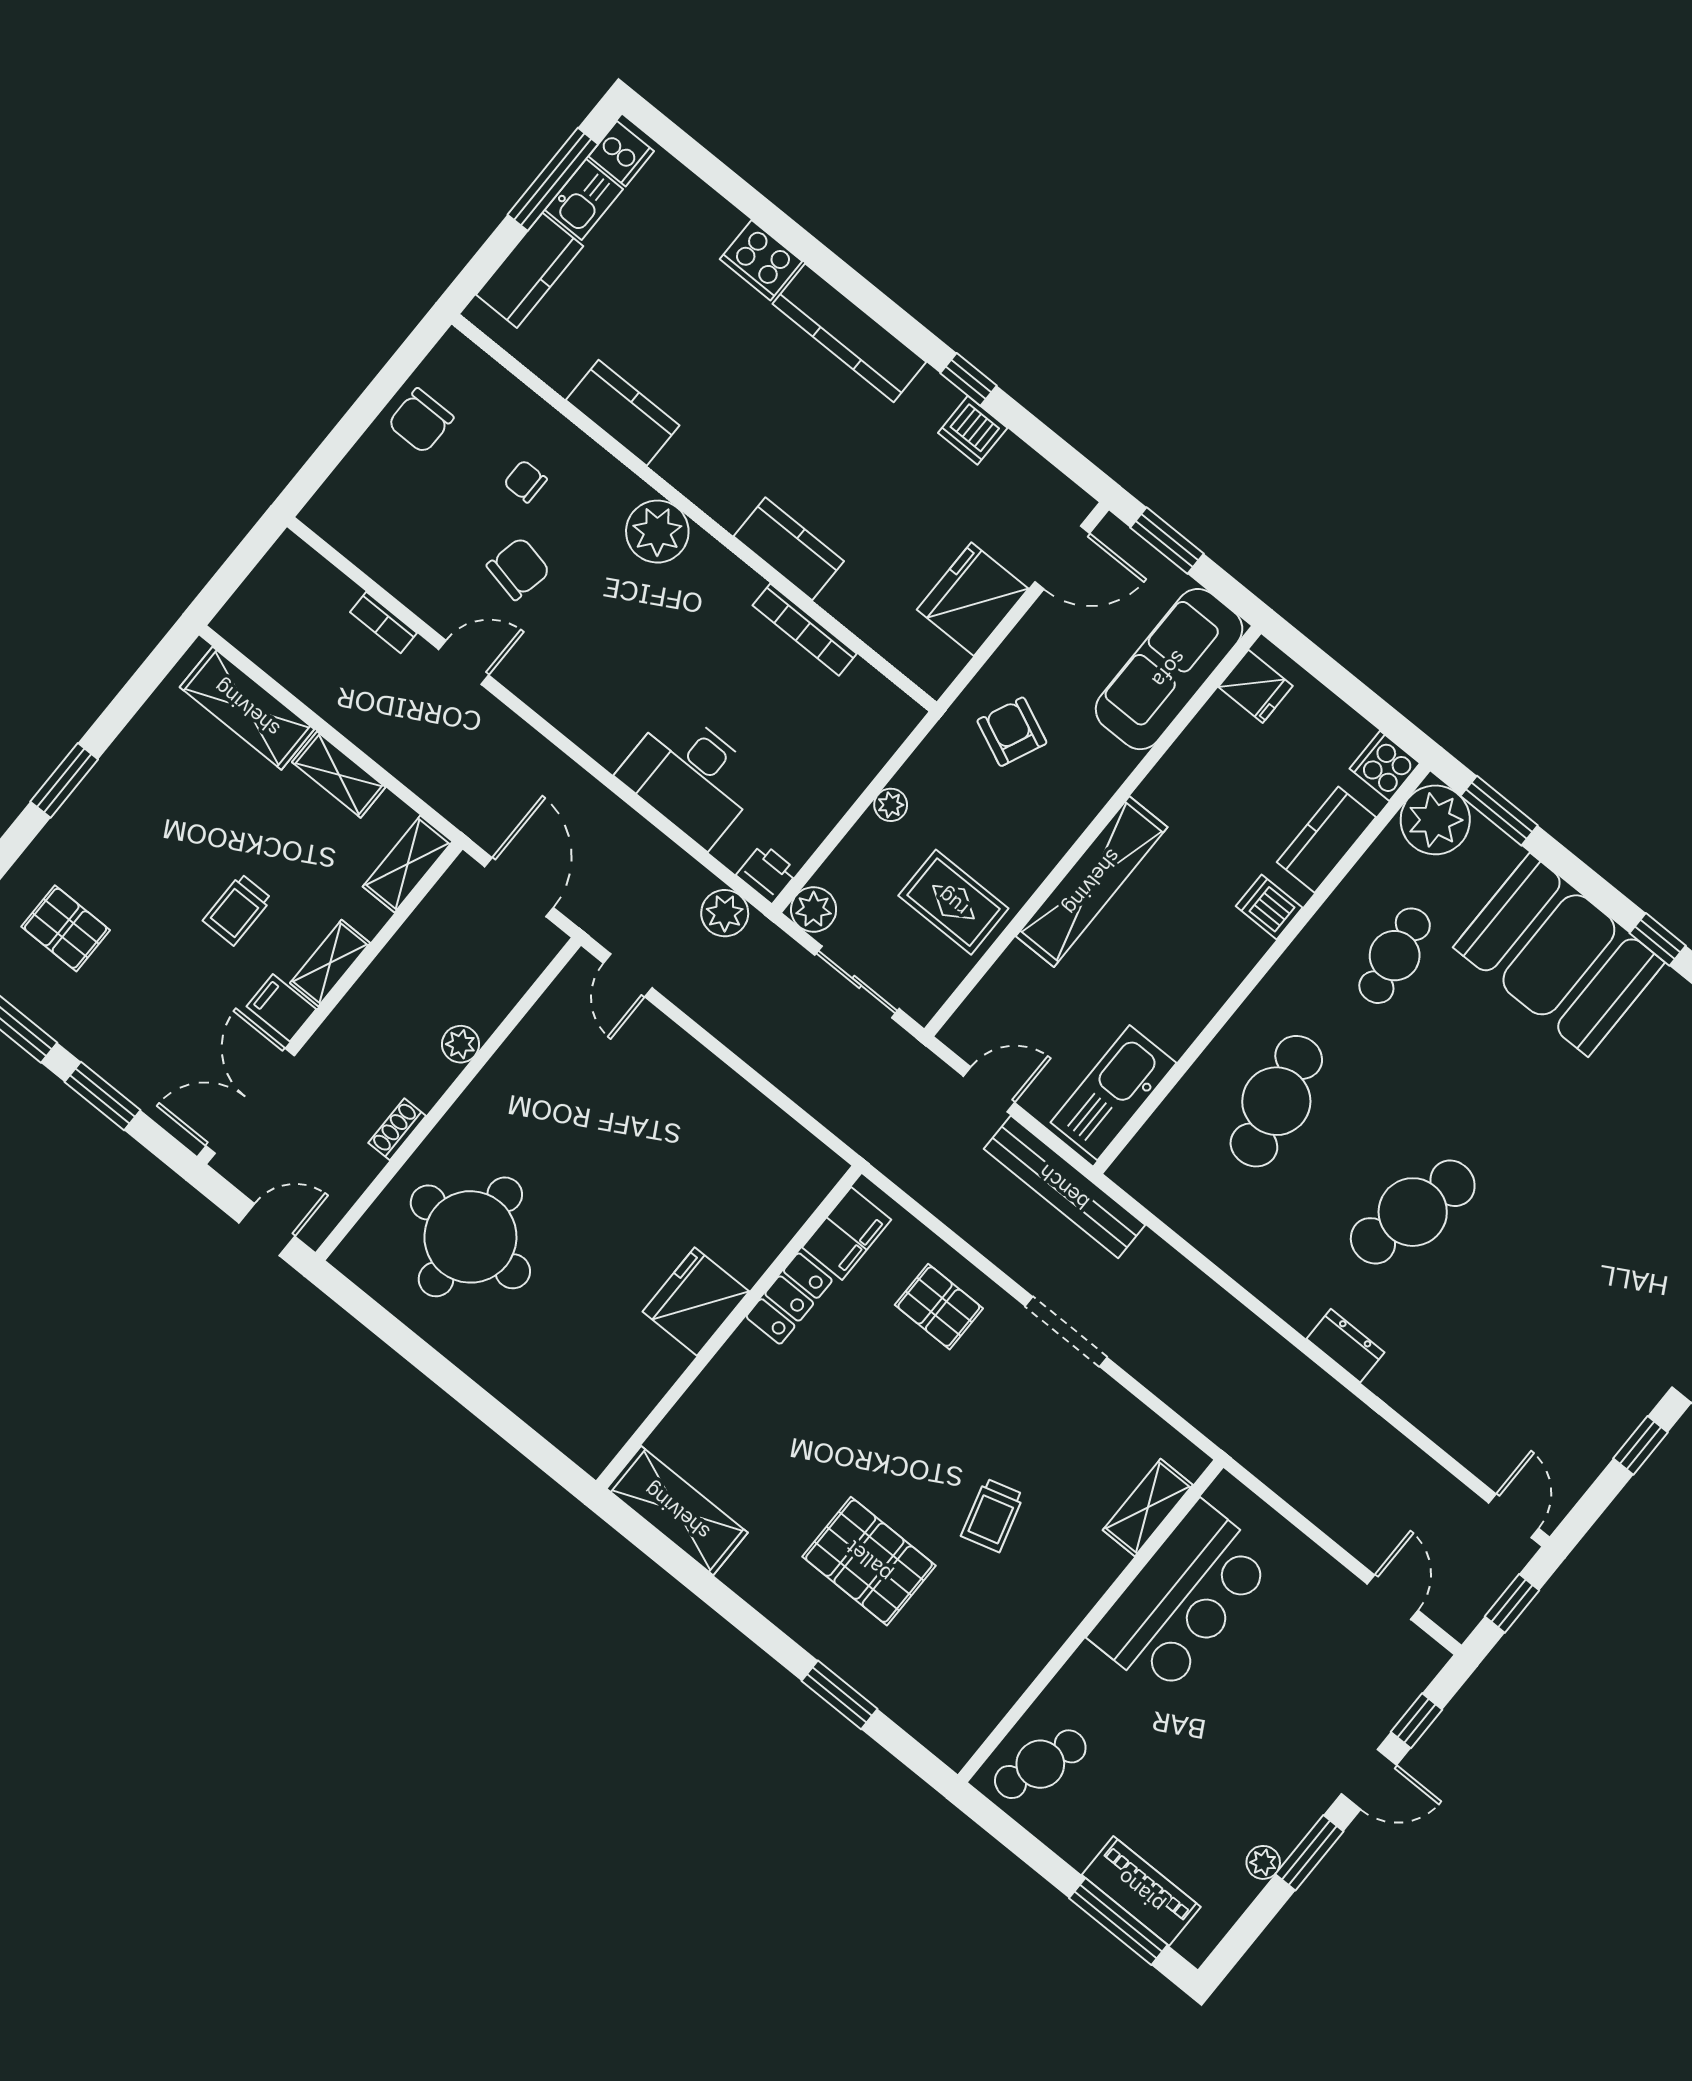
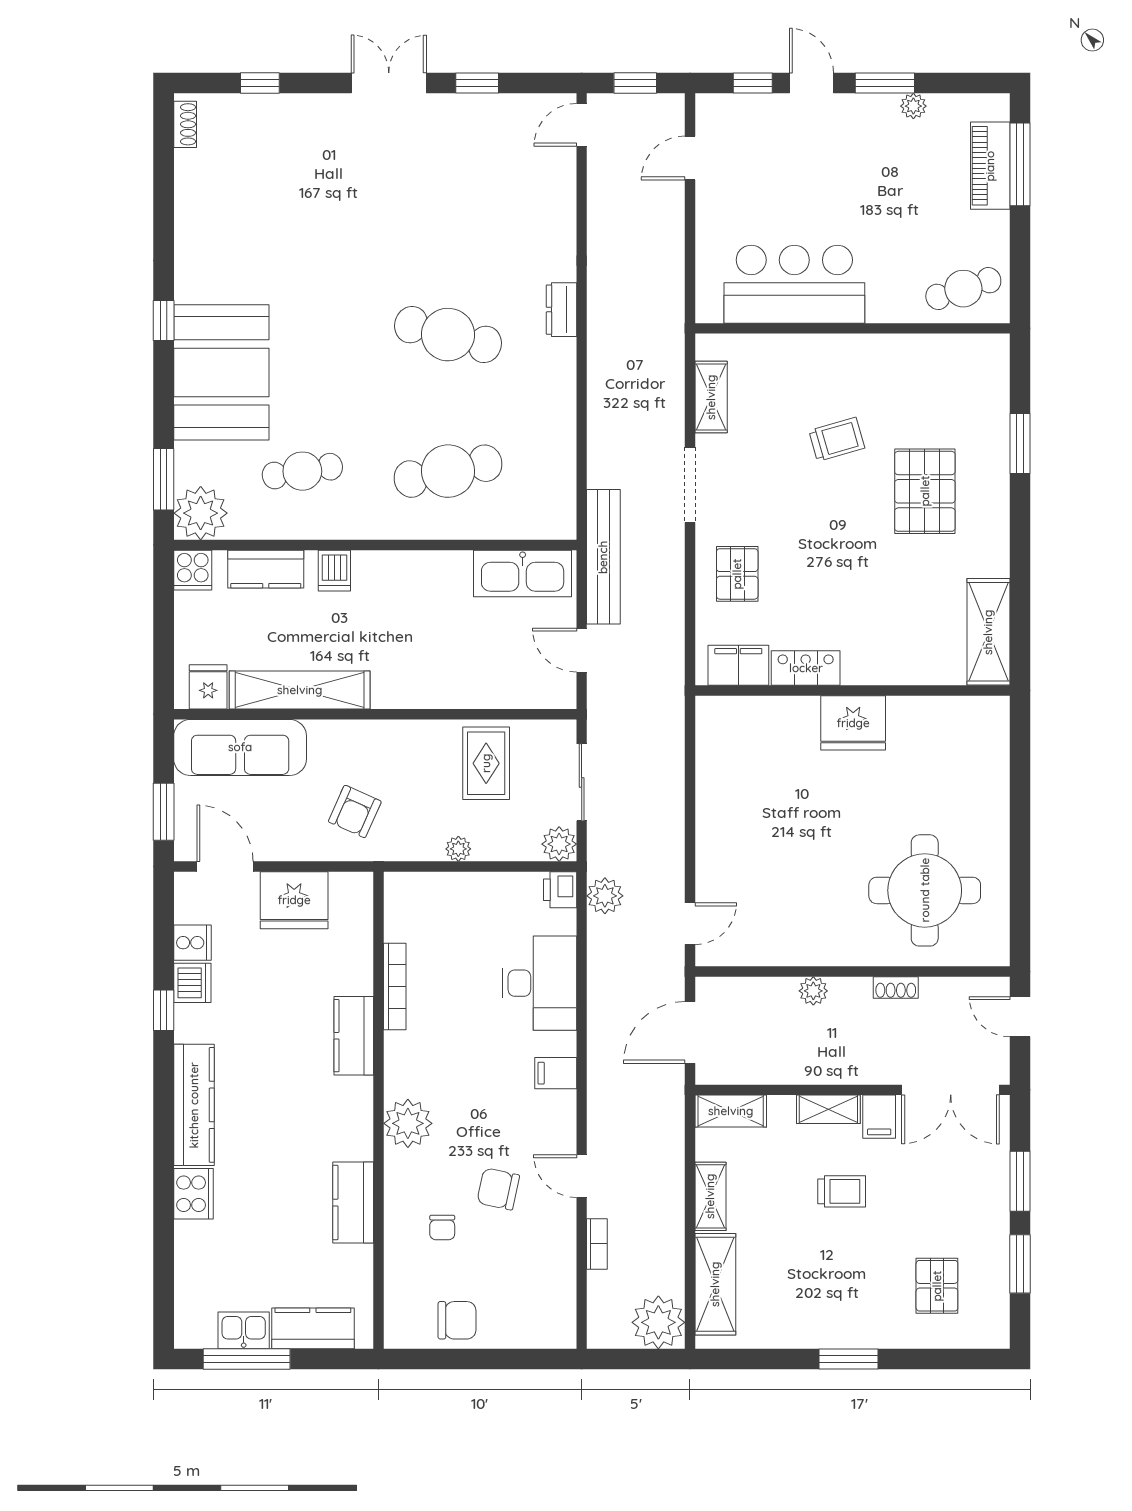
cooker: (621, 154) -> (192, 943), moved, turned 90
plant: (255, 620) -> (658, 1322), added
filing cabinet: (587, 720) -> (556, 1073), added
shelving: (1092, 882) -> (300, 690), moved
shelving: (1148, 1507) -> (711, 397), moved, turned 90
cafe table: (1040, 1764) -> (963, 289), turned -38

